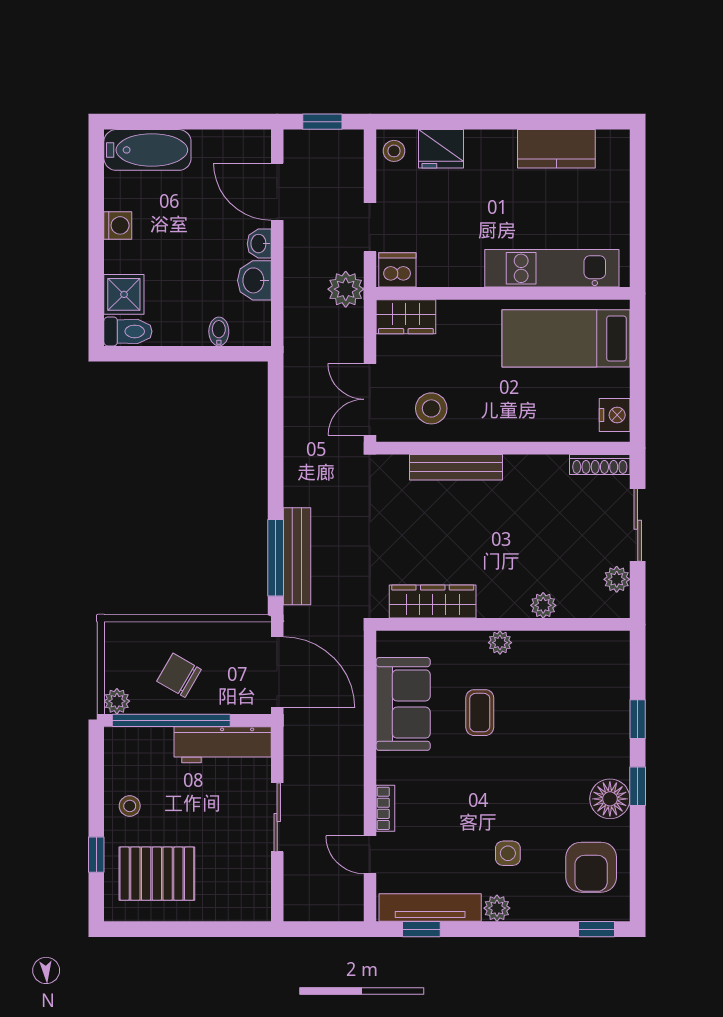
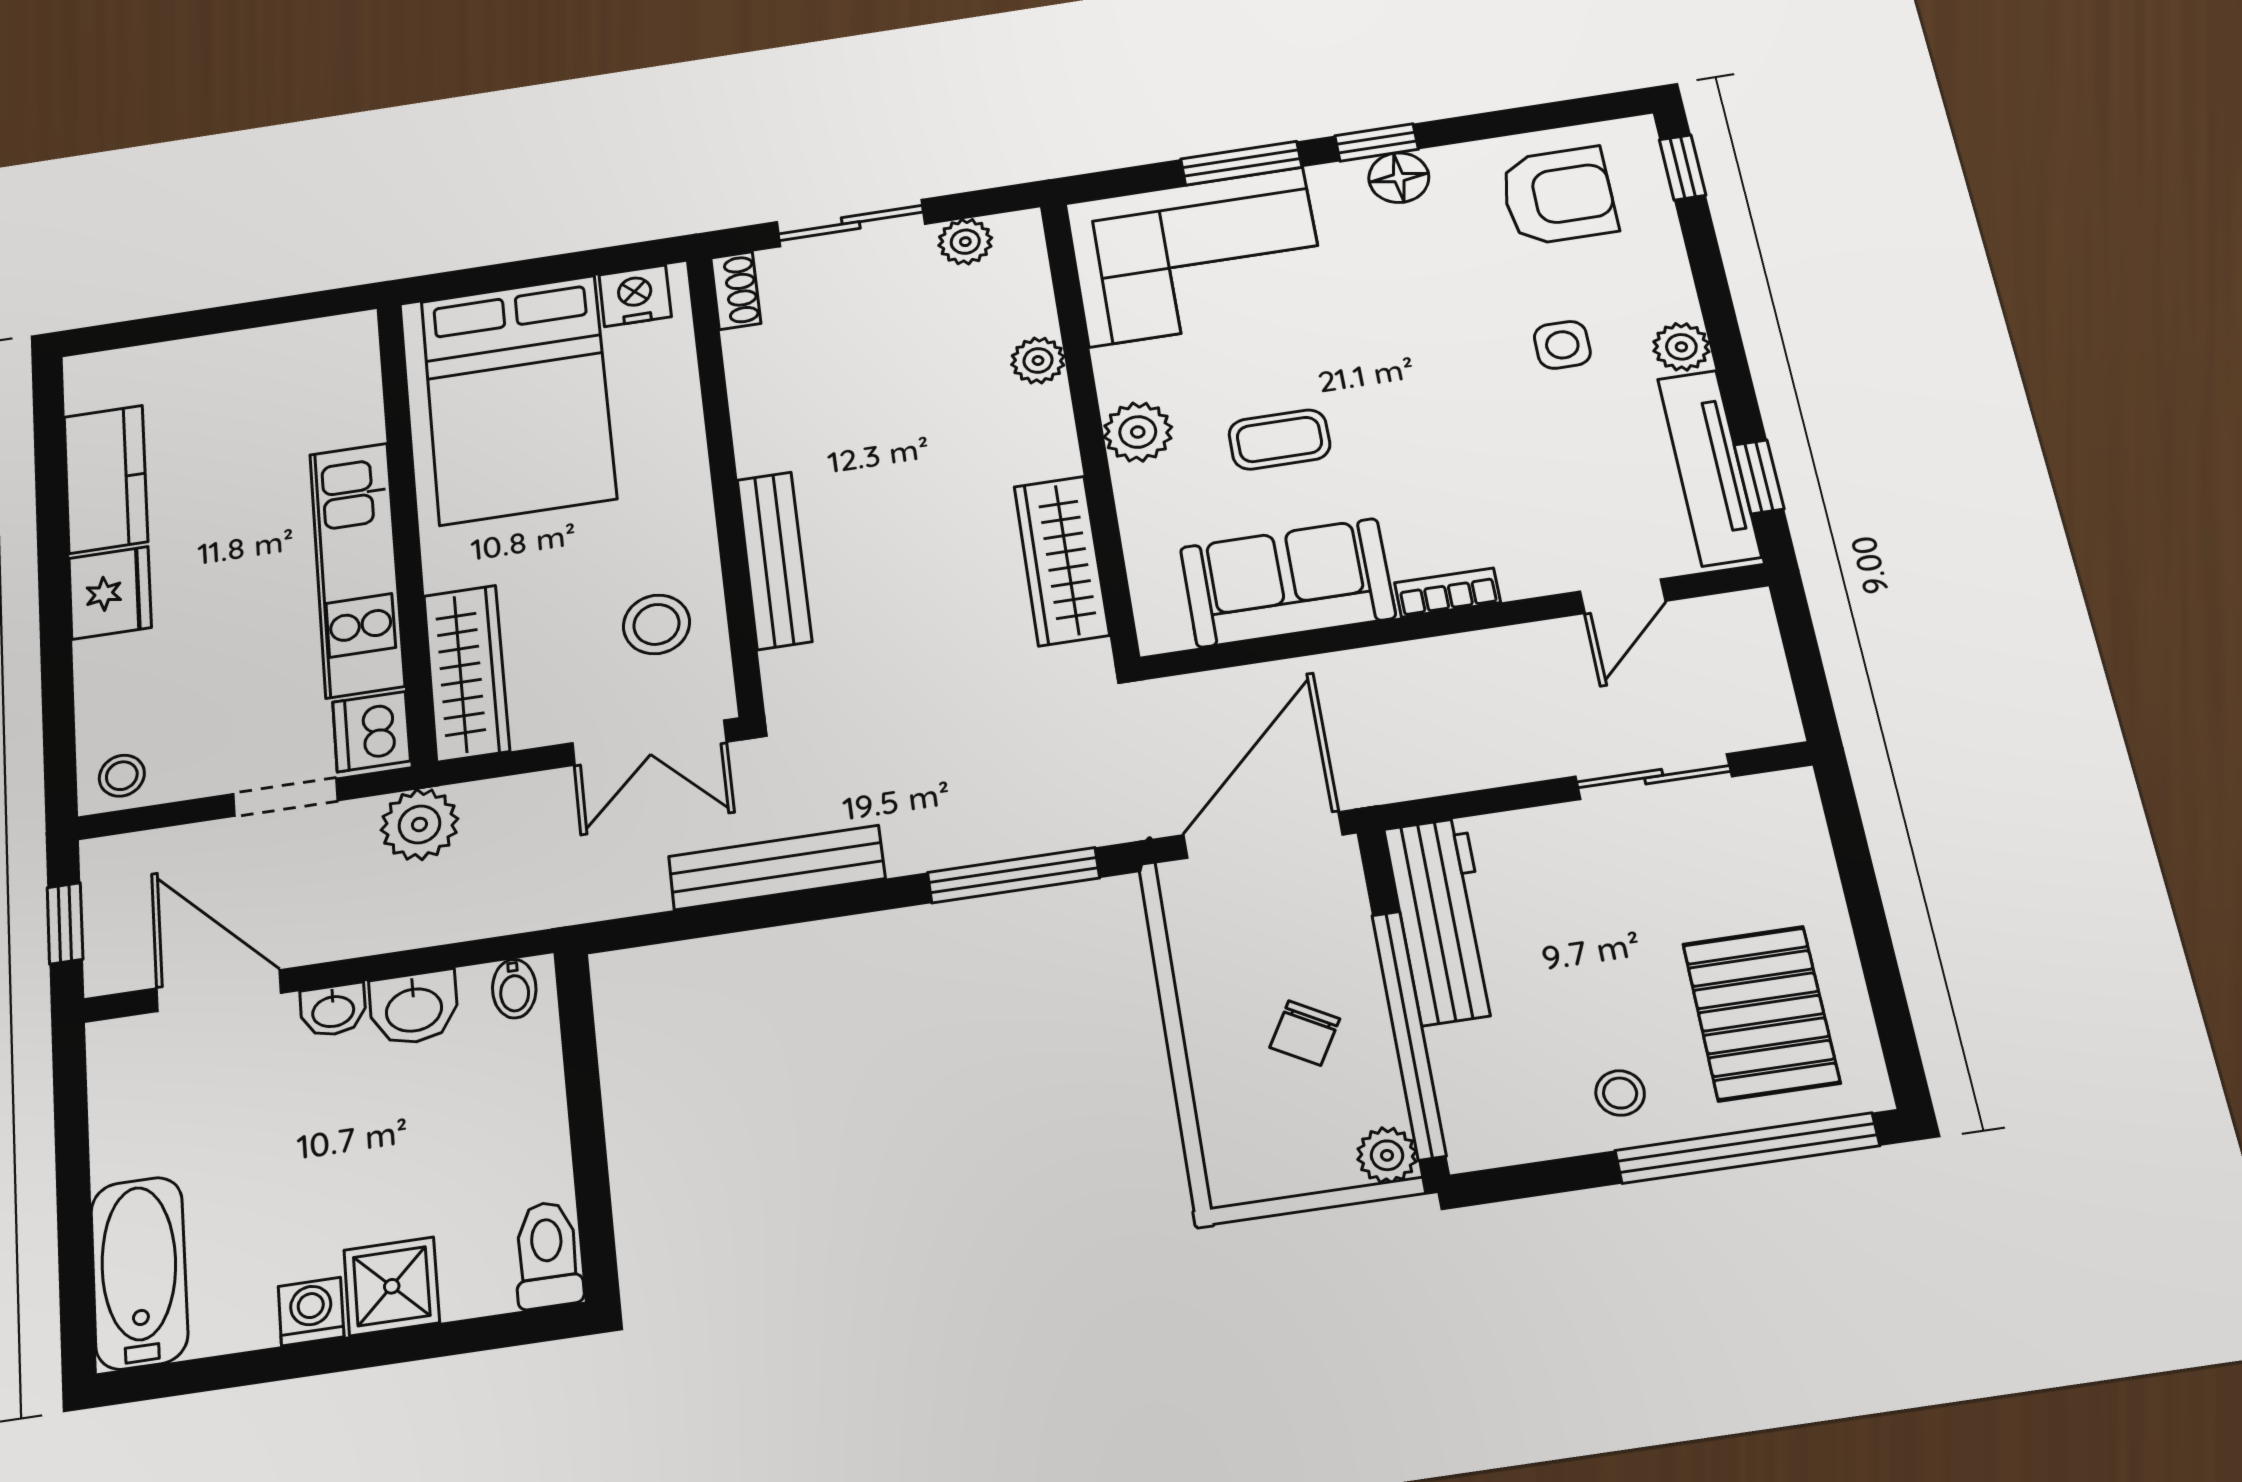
fridge: (441, 149) -> (110, 593), moved
door: (277, 192) -> (219, 991), swing flipped
kitchen unit: (552, 268) -> (357, 569), moved
shower: (124, 294) -> (392, 1286), moved
wardrobe: (406, 317) -> (466, 673), width x1.50
bidet: (219, 331) -> (514, 989), moved, turned -90
bed: (566, 338) -> (518, 399), width x1.50
shoe rack: (600, 465) -> (736, 291), width x0.70
bench: (297, 556) -> (777, 868), moved
plant: (500, 643) -> (1138, 432), width x1.38, depth x1.38
chair: (179, 675) -> (1305, 1033), width x0.73, depth x0.73
corner sofa: (588, 689) -> (1197, 257), added
window: (638, 719) -> (1241, 163), width x1.50
floor lamp: (610, 799) -> (1399, 178), width x0.73, depth x0.73
bookcase: (385, 808) -> (1448, 593), moved
sliding door: (277, 817) -> (1654, 777), moved
window: (96, 855) -> (1747, 1148), width x3.17

